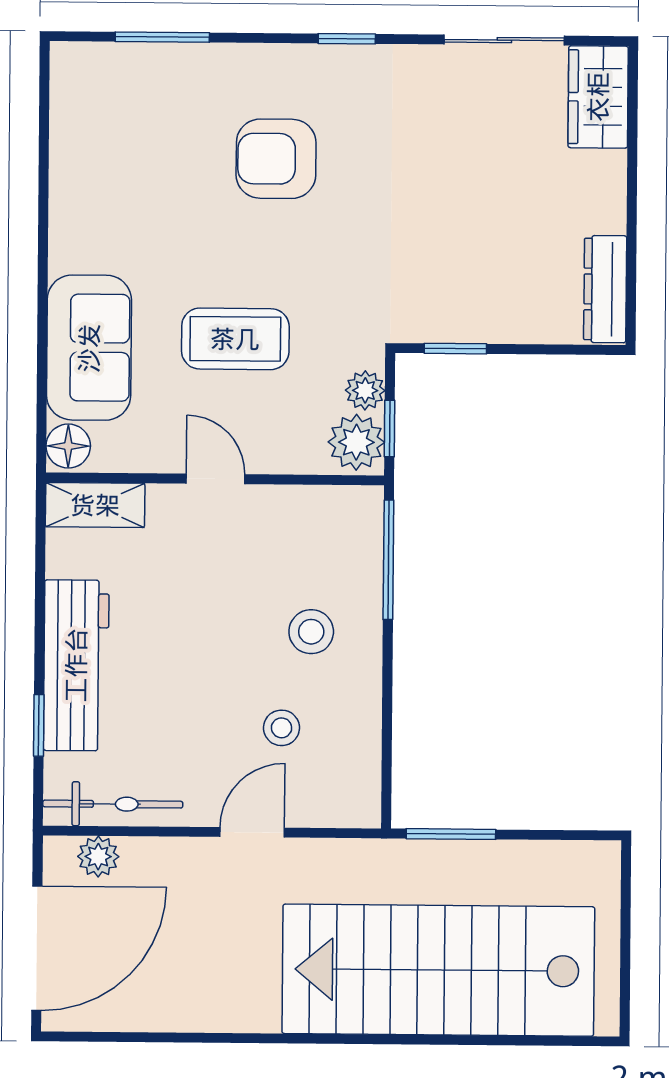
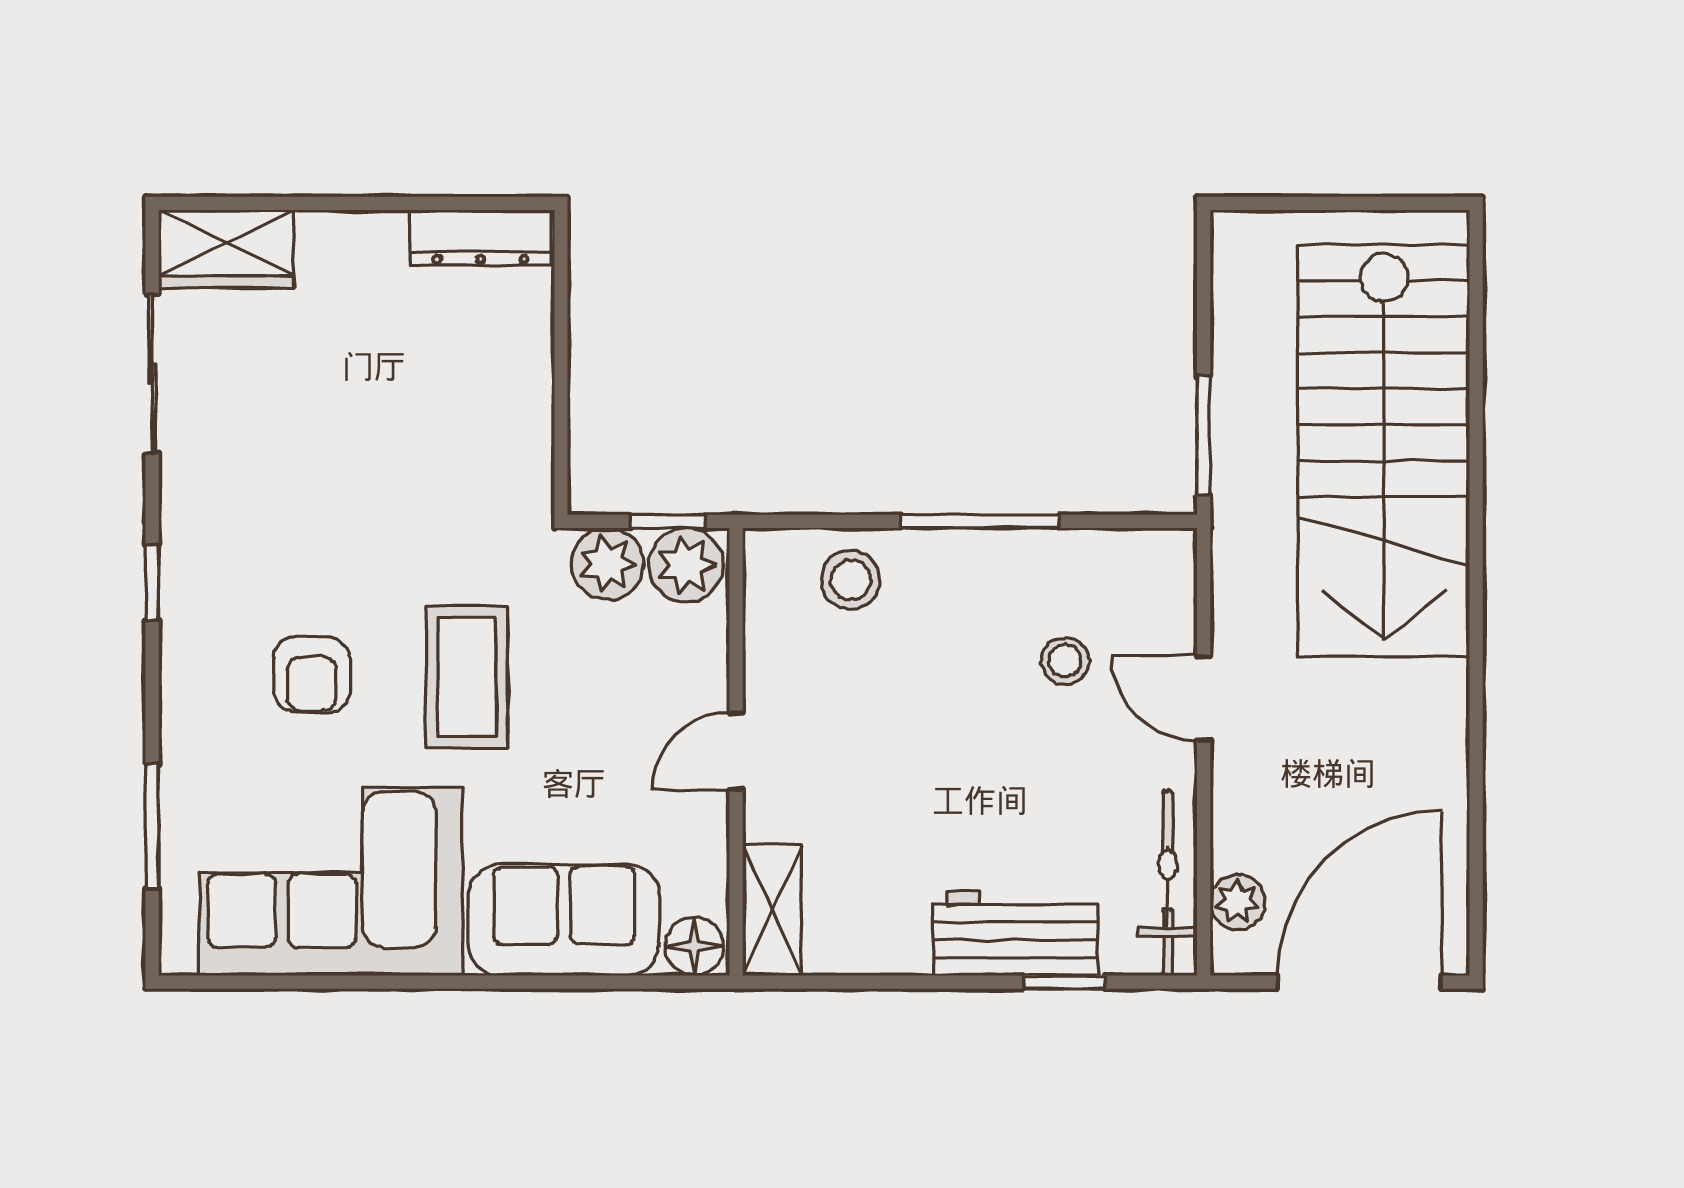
armchair: (276, 159) -> (312, 675), width x0.72, depth x0.72
corner sofa: (120, 172) -> (331, 882), added
coffee table: (235, 339) -> (467, 677), moved
window: (455, 349) -> (561, 435), removed
plant: (365, 390) -> (608, 564), width x1.38, depth x1.38
window: (388, 560) -> (980, 521), moved
stool: (311, 632) -> (851, 580), moved
workbench: (76, 665) -> (1015, 933), width x0.73
door: (37, 948) -> (1359, 982), hinge flipped

